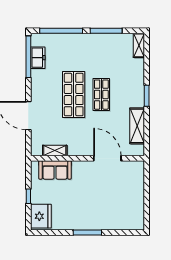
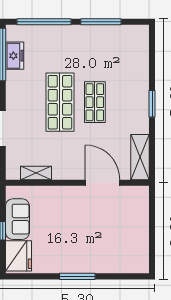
shelving: (139, 45) -> (142, 40), removed
shelving: (137, 126) -> (140, 157), moved
sofa: (55, 170) -> (17, 219), moved, turned -90

